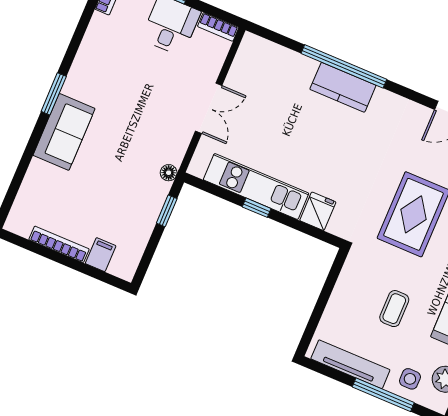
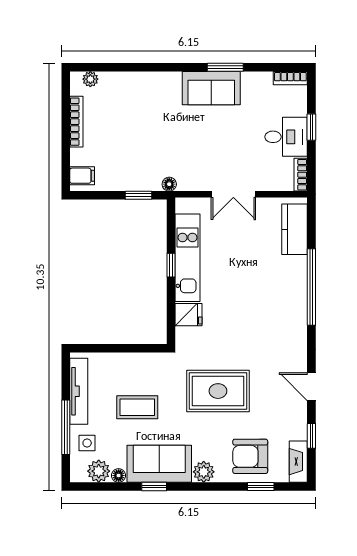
kitchen counter: (343, 87) -> (295, 229), moved
window: (54, 94) -> (225, 67), moved
sofa: (64, 132) -> (211, 88), moved
plant: (20, 210) -> (90, 79), added
filing cabinet: (101, 255) -> (82, 176), moved
coffee table: (394, 309) -> (137, 407), width x1.36, depth x1.30

